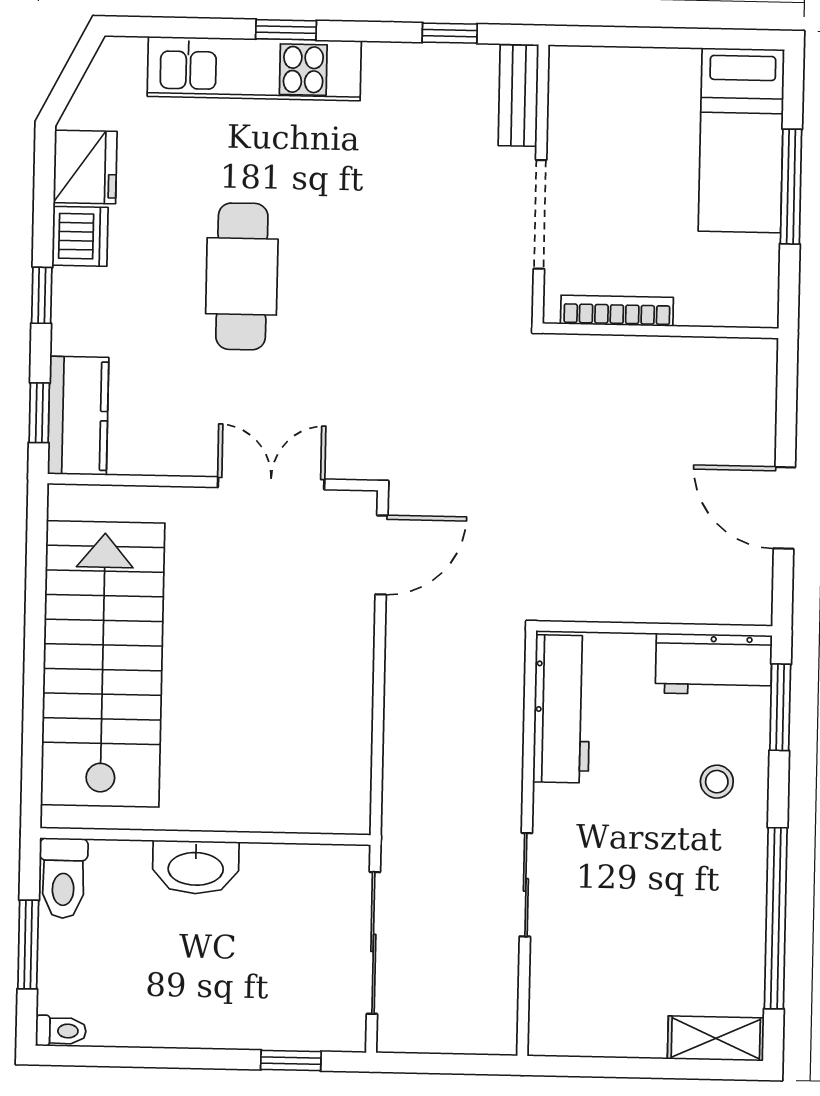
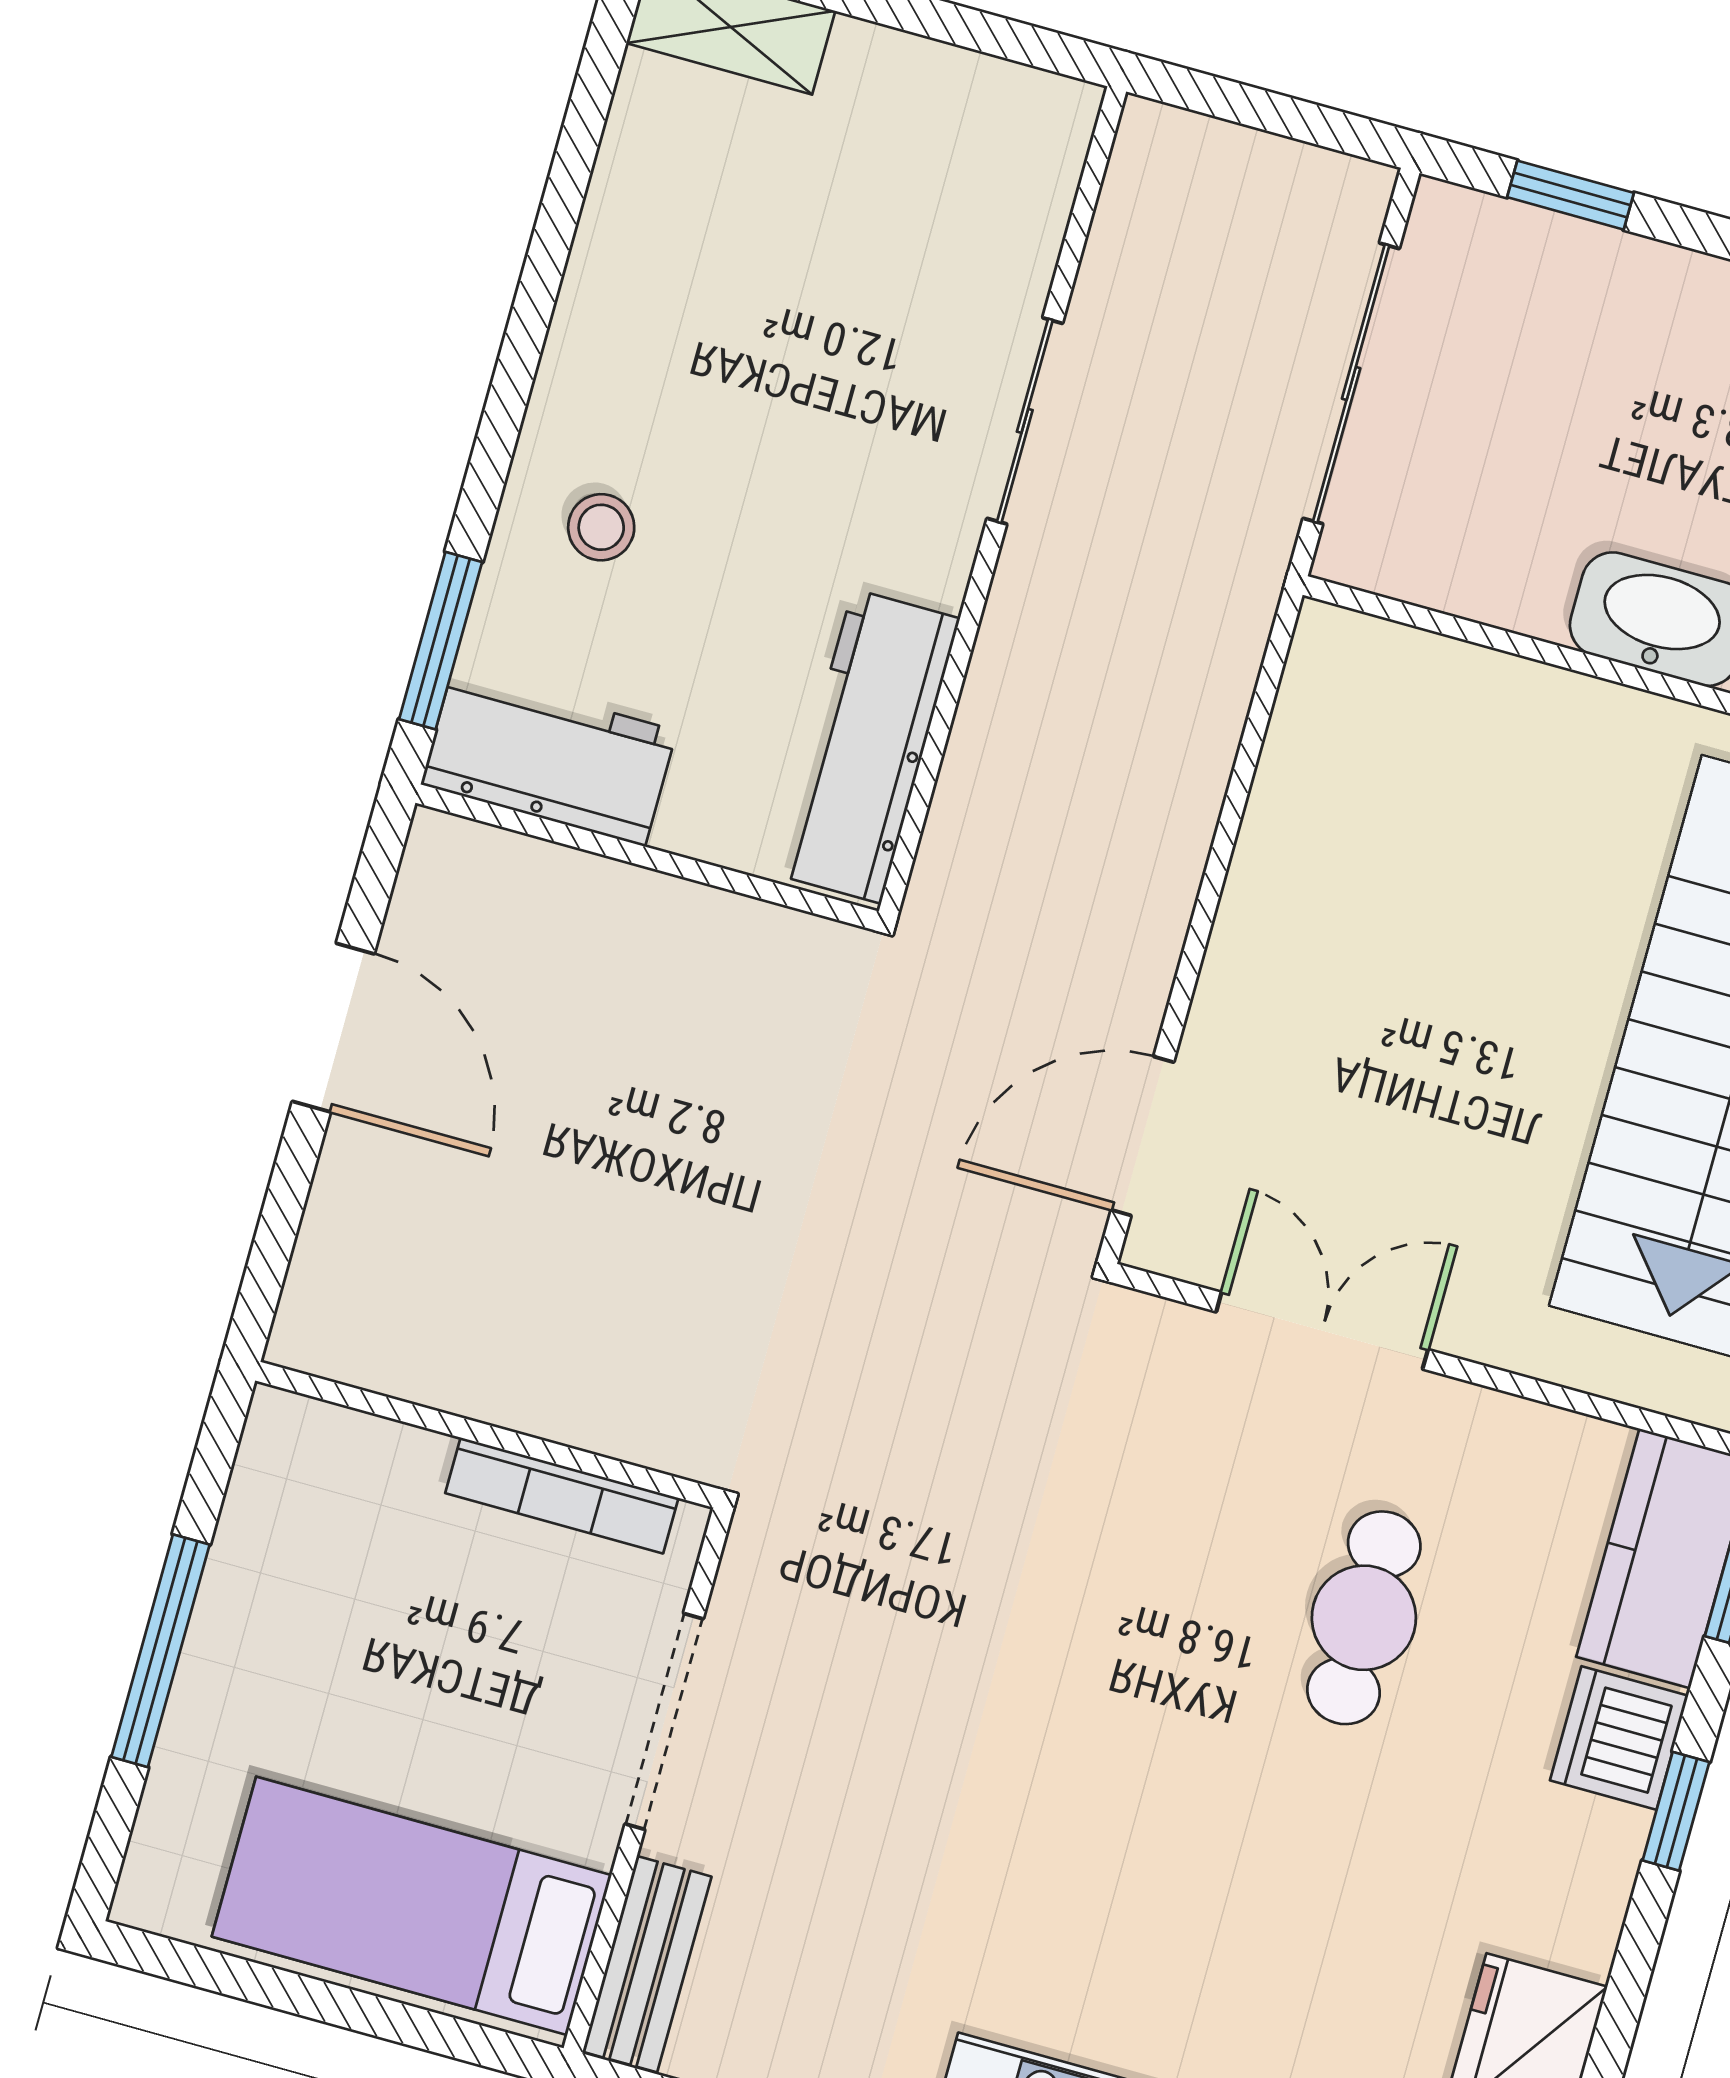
bed: (741, 140) -> (412, 1906), moved, turned -90
dishwasher: (80, 236) -> (1619, 1738), moved
cafe table: (242, 276) -> (1364, 1618), moved, width x0.73, depth x0.74
double door: (271, 483) -> (1322, 1331), swing flipped
window: (776, 918) -> (554, 232), removed

